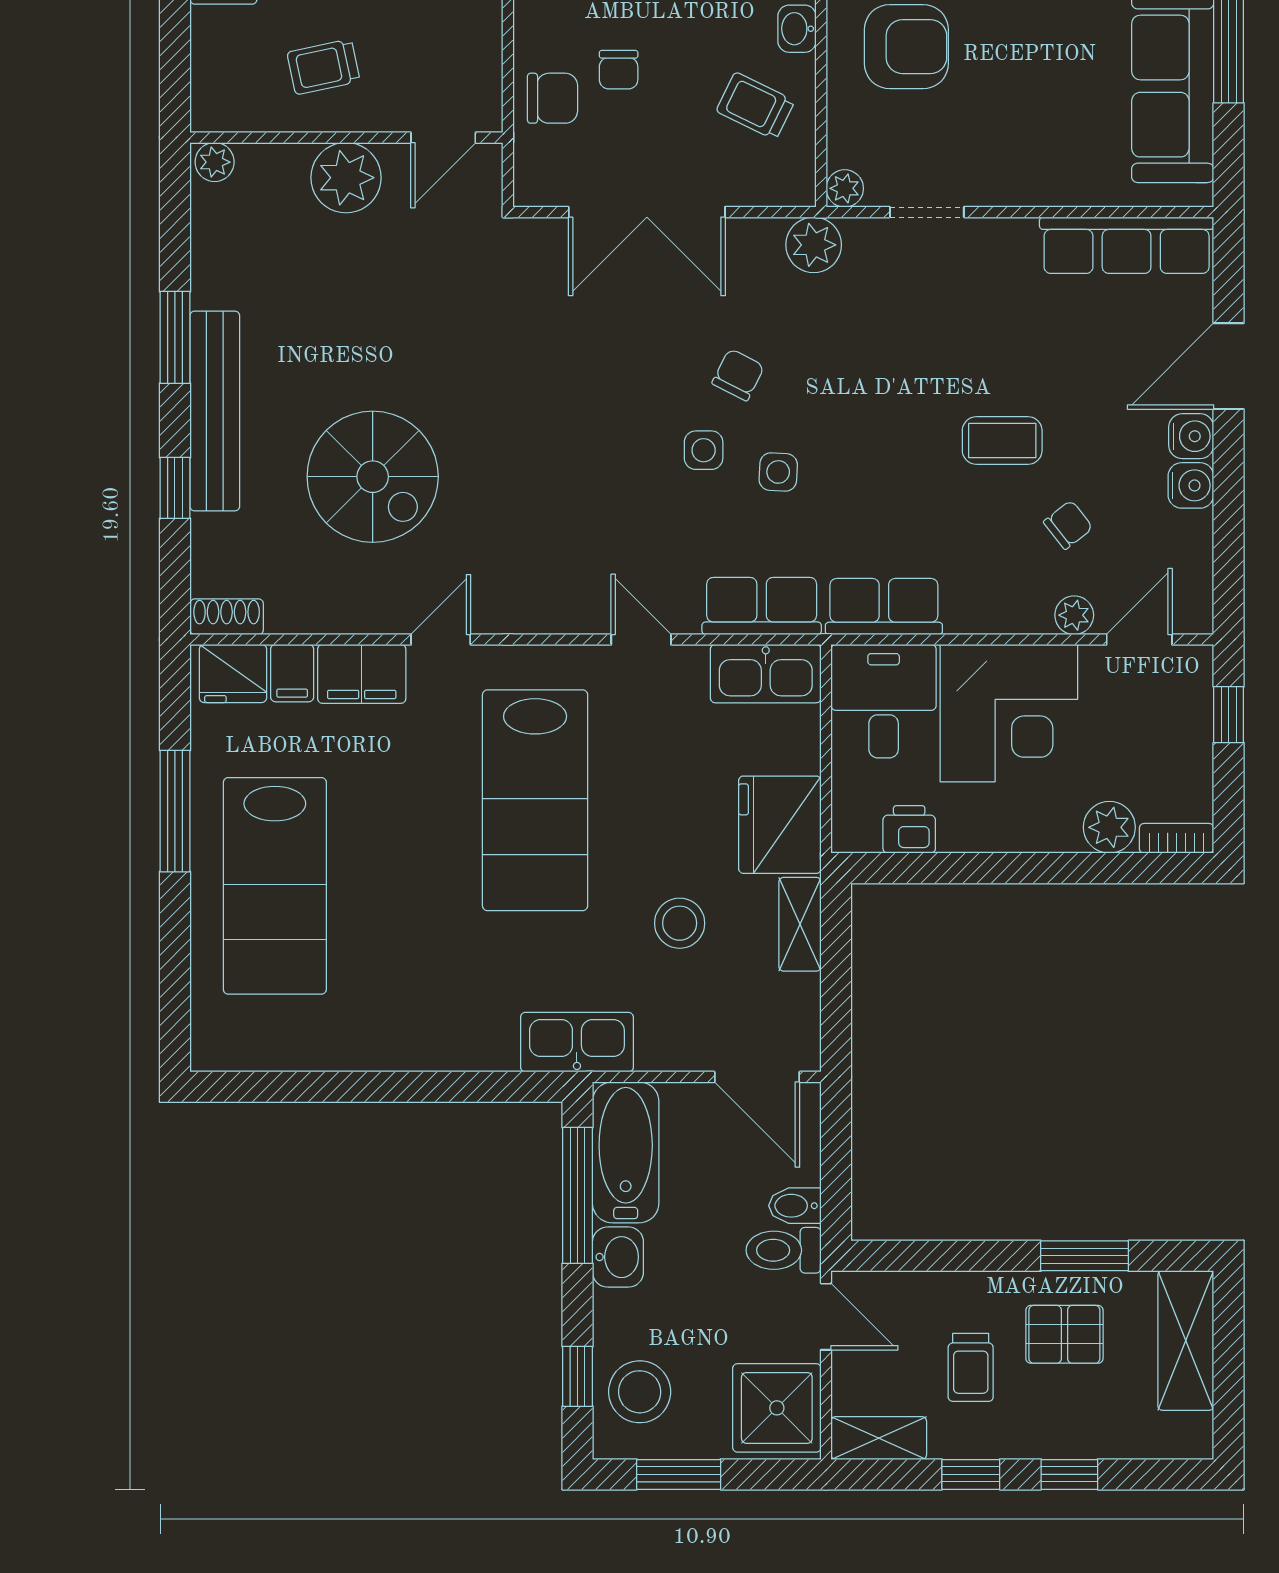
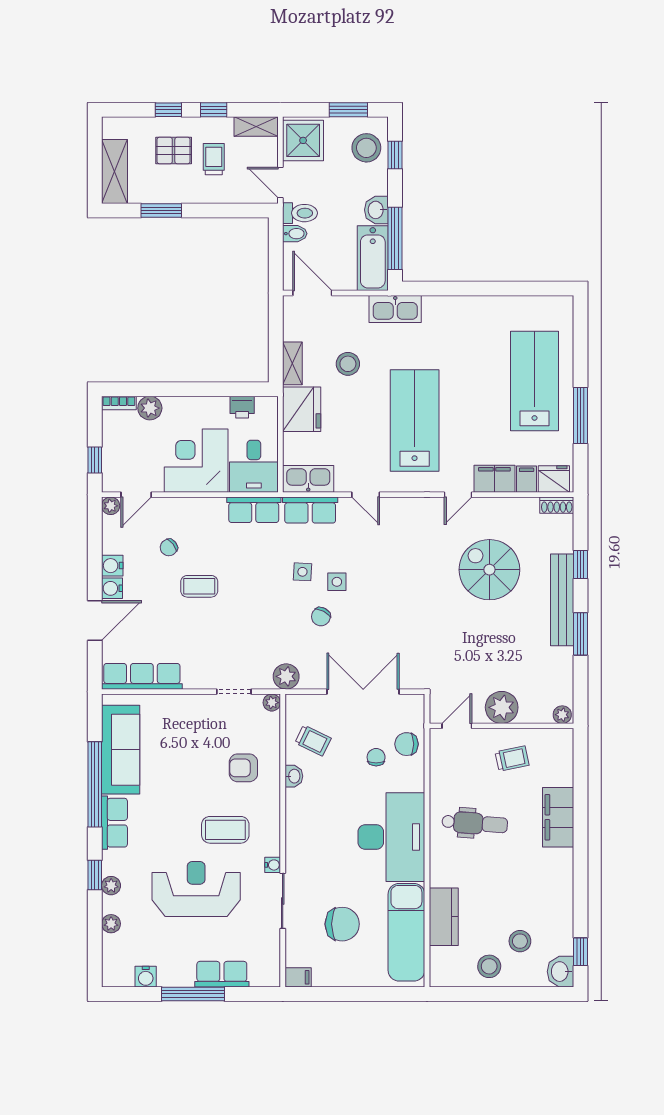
armchair: (906, 47) -> (243, 768), width x0.72, depth x0.72
plant: (1074, 615) -> (111, 506), moved
pallet: (1064, 1334) -> (174, 151), moved

